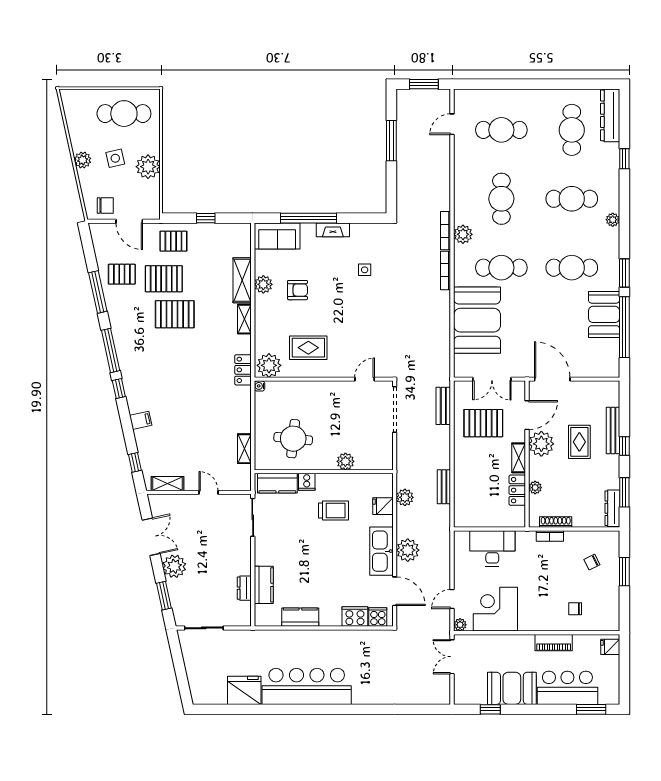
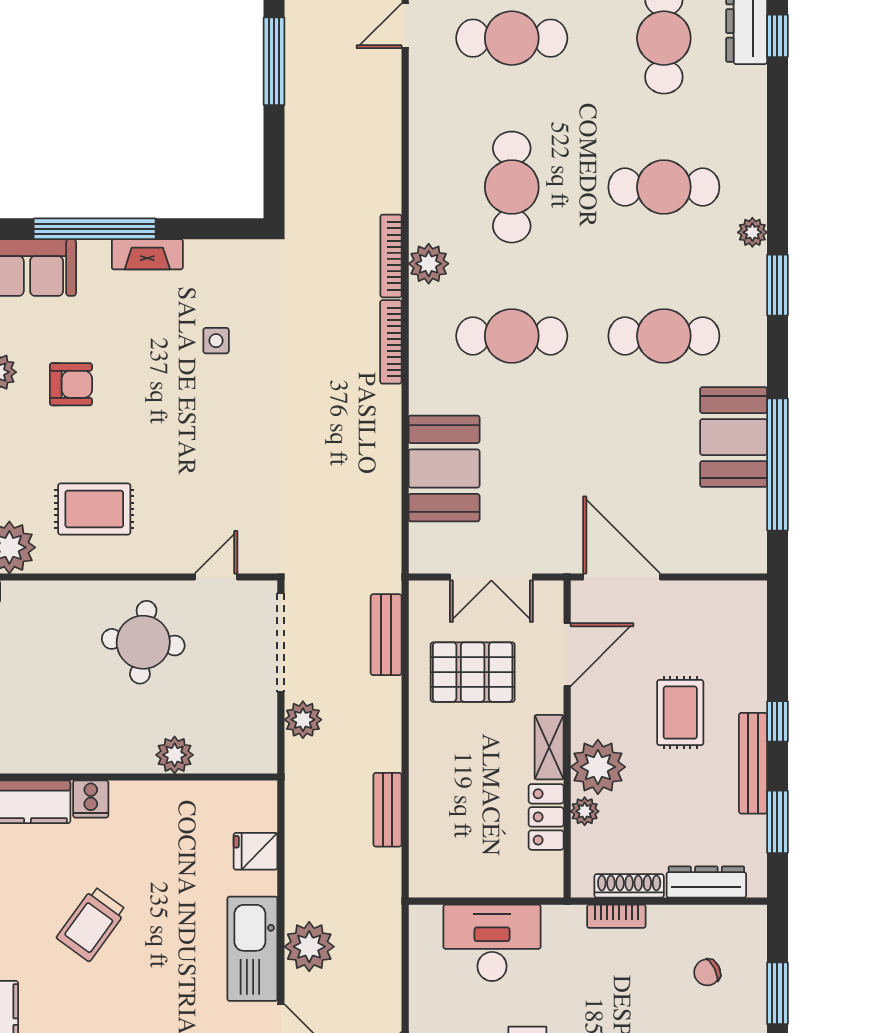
window: (624, 159) -> (777, 36), moved
window: (624, 273) -> (777, 285), moved
booth: (477, 320) -> (444, 468), width x0.73, depth x0.70
bench: (613, 431) -> (753, 763), moved
round table: (293, 439) -> (143, 642), moved
plant: (541, 444) -> (598, 767), moved
plant: (405, 497) -> (303, 720), moved
dresser: (612, 508) -> (706, 882), moved, turned 90
trolley: (333, 511) -> (91, 924), moved, turned 126

